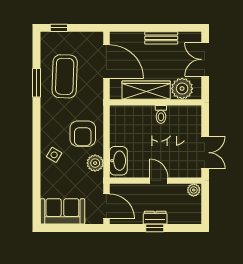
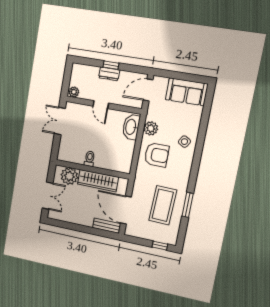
bench: (161, 38) -> (107, 226), moved
armchair: (83, 134) -> (157, 155), turned 90
door: (106, 206) -> (148, 90), hinge flipped

